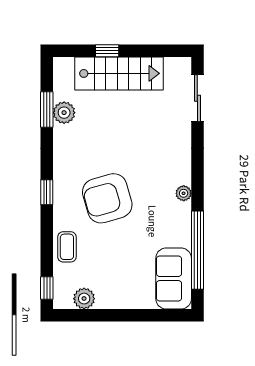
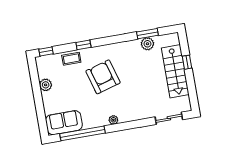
window: (47, 192) -> (83, 45), moved
plant: (84, 299) -> (46, 85), moved

